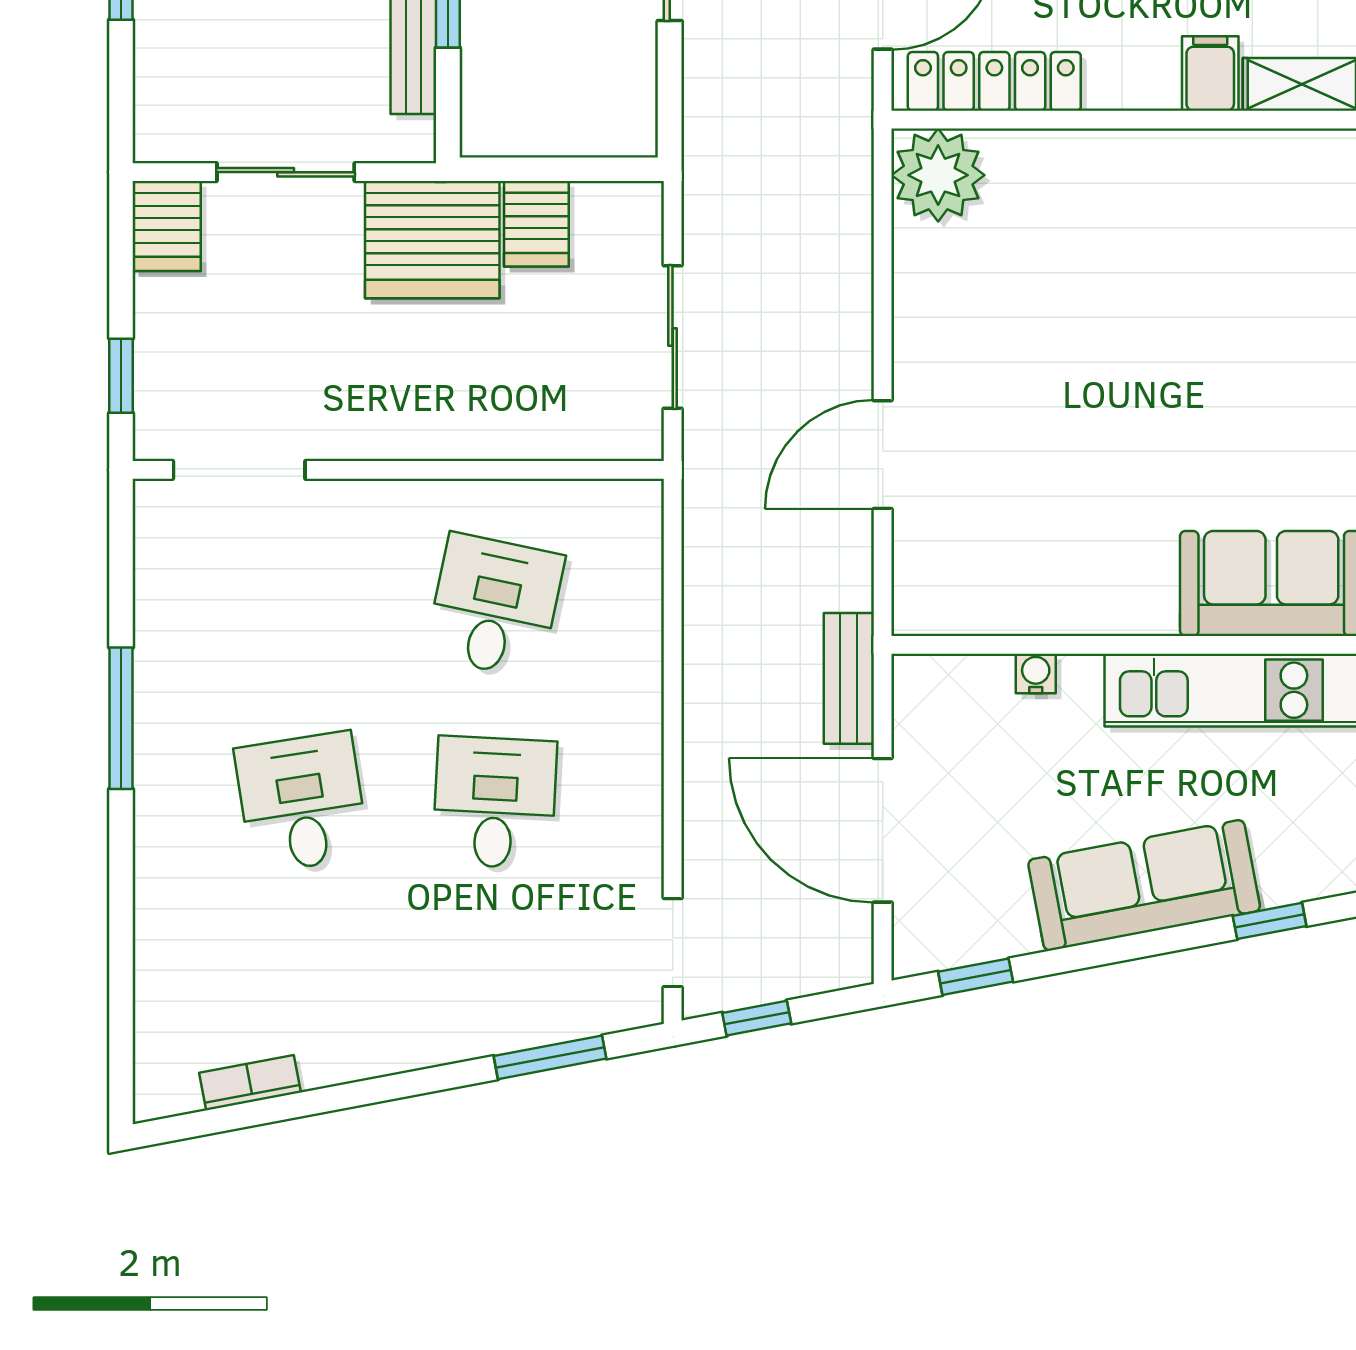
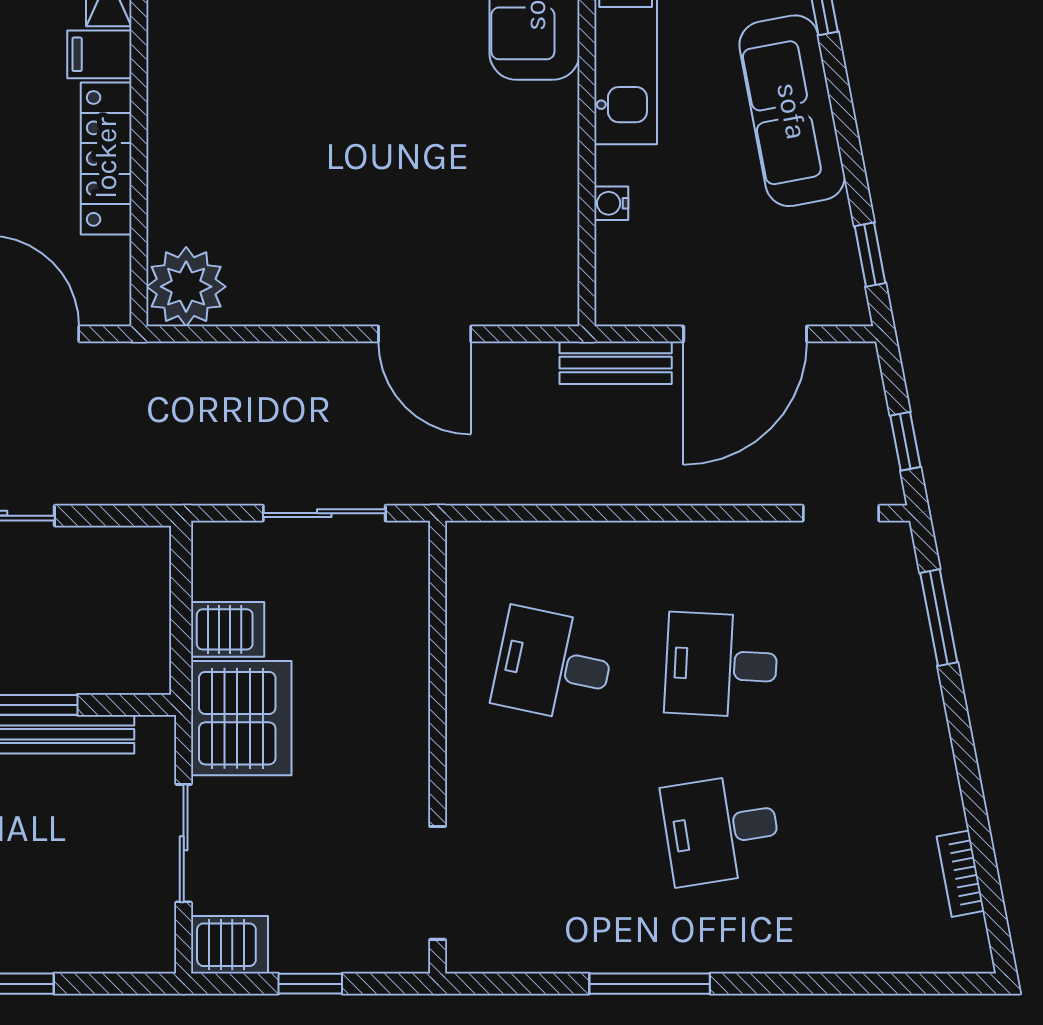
locker: (994, 81) -> (106, 158), moved
window: (121, 376) -> (310, 984), moved

